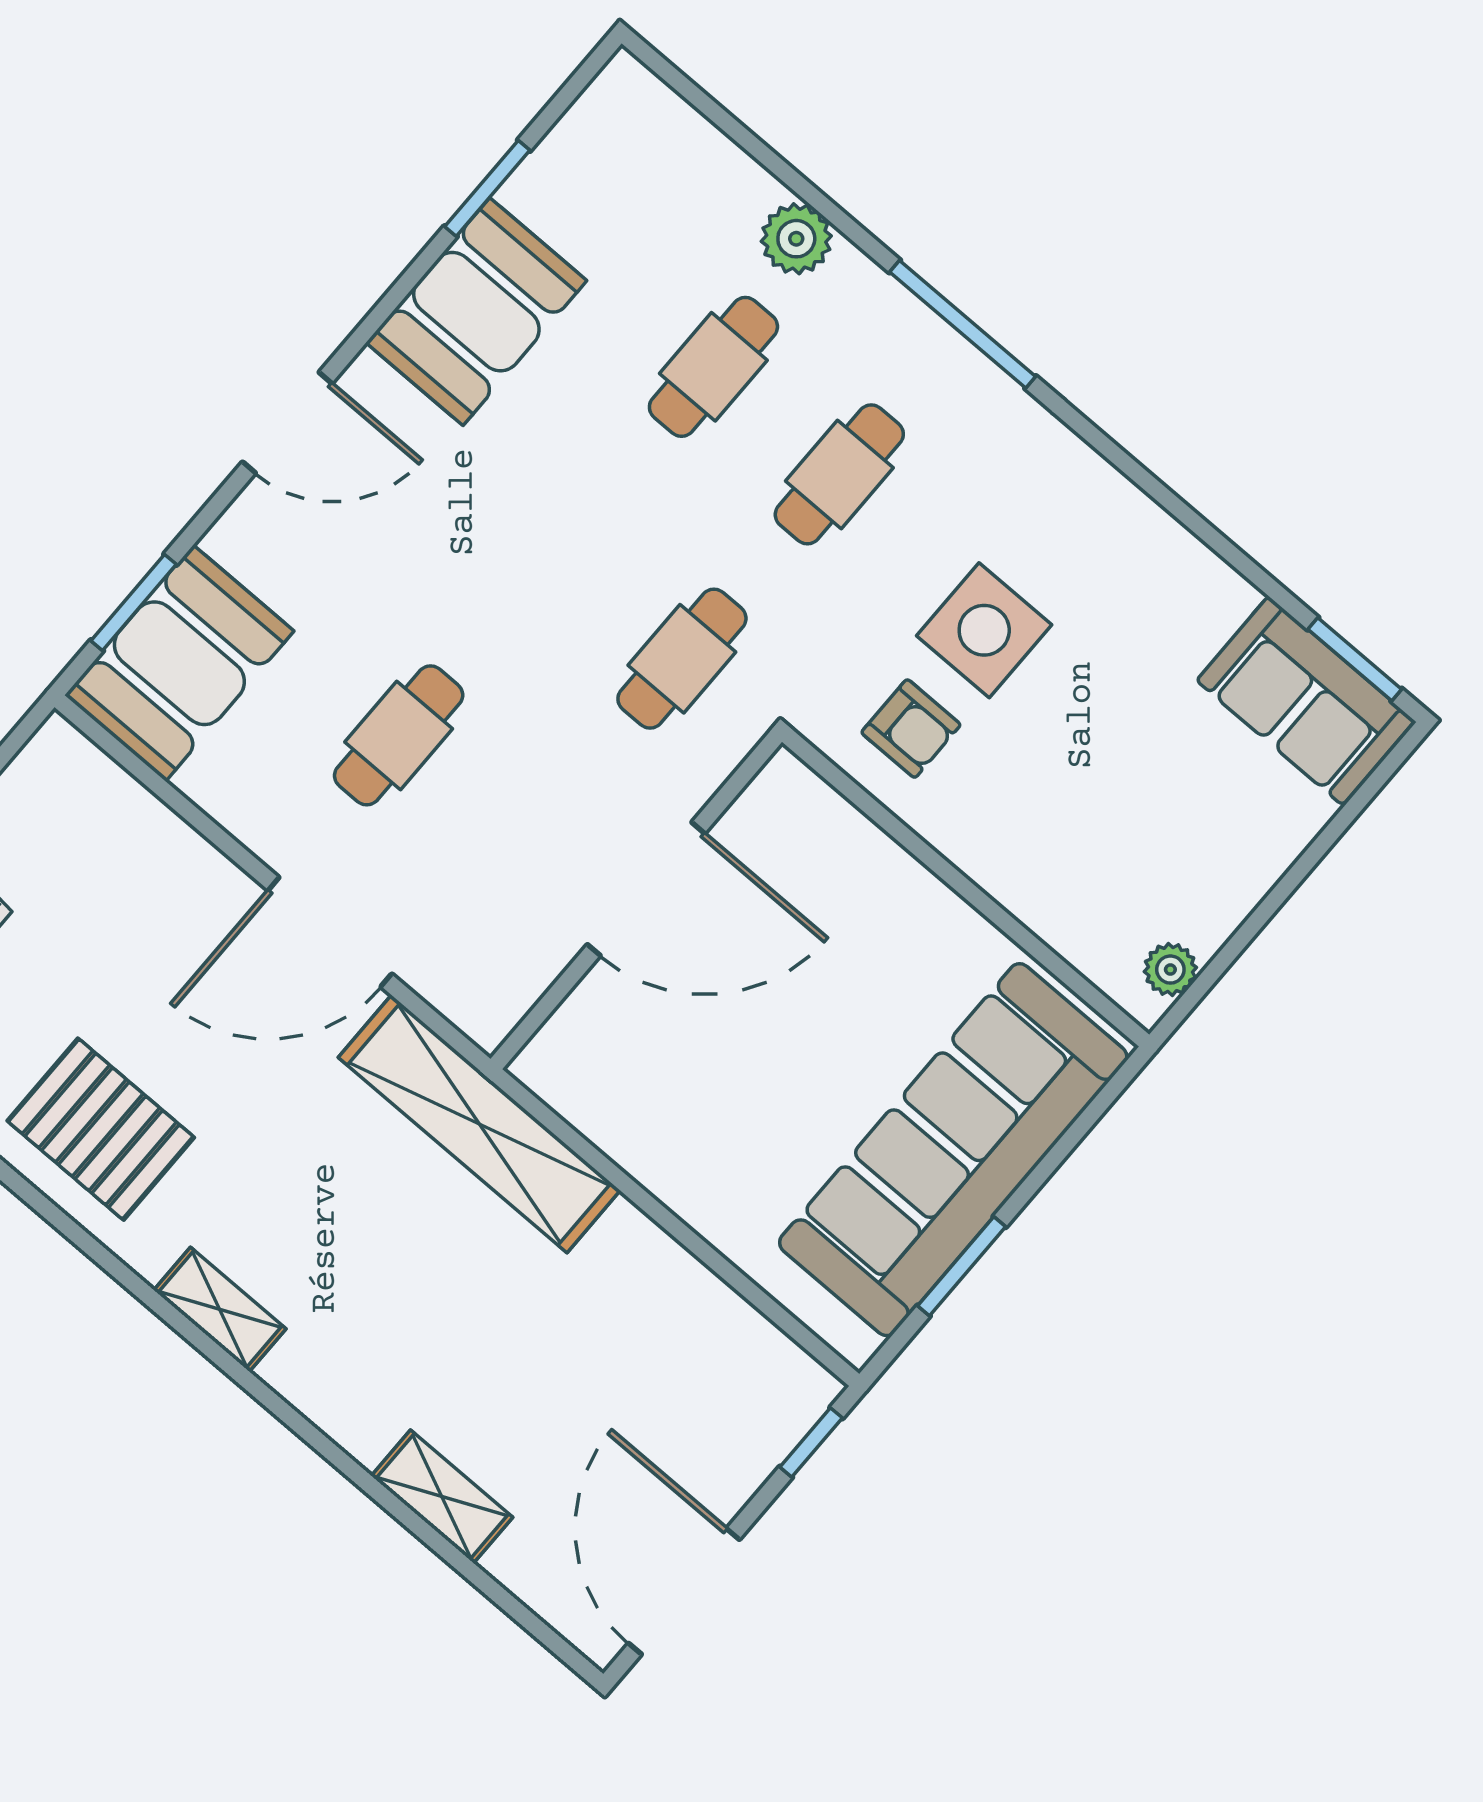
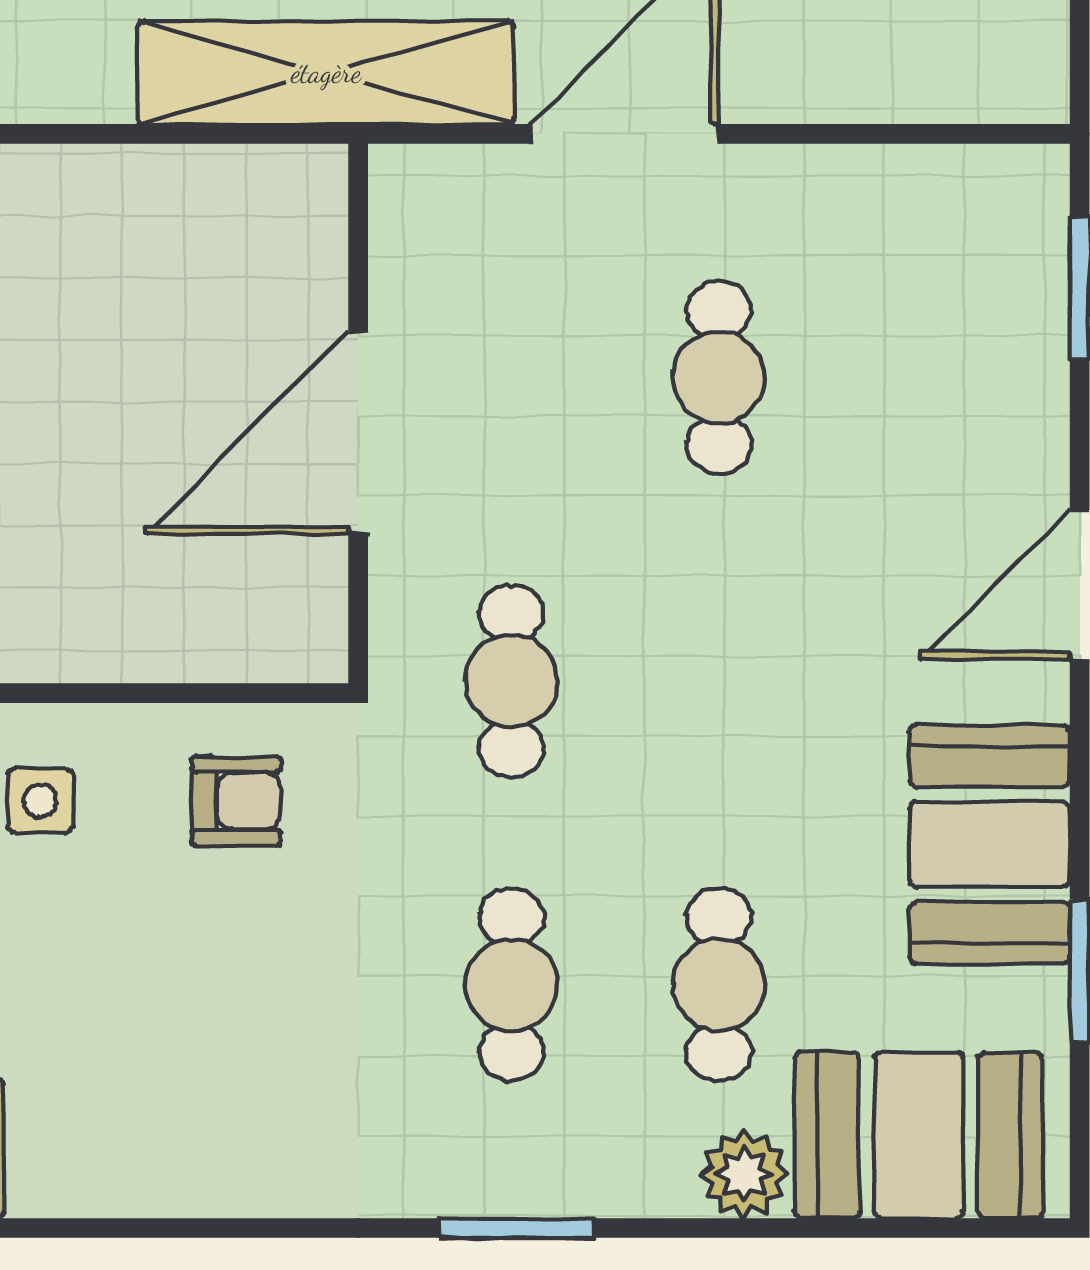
window: (963, 324) -> (516, 1228), width x0.69
side table: (984, 630) -> (40, 801), moved, width x0.54, depth x0.54
booth: (179, 663) -> (919, 1135), moved, turned 90
armchair: (911, 729) -> (236, 801), turned 180

